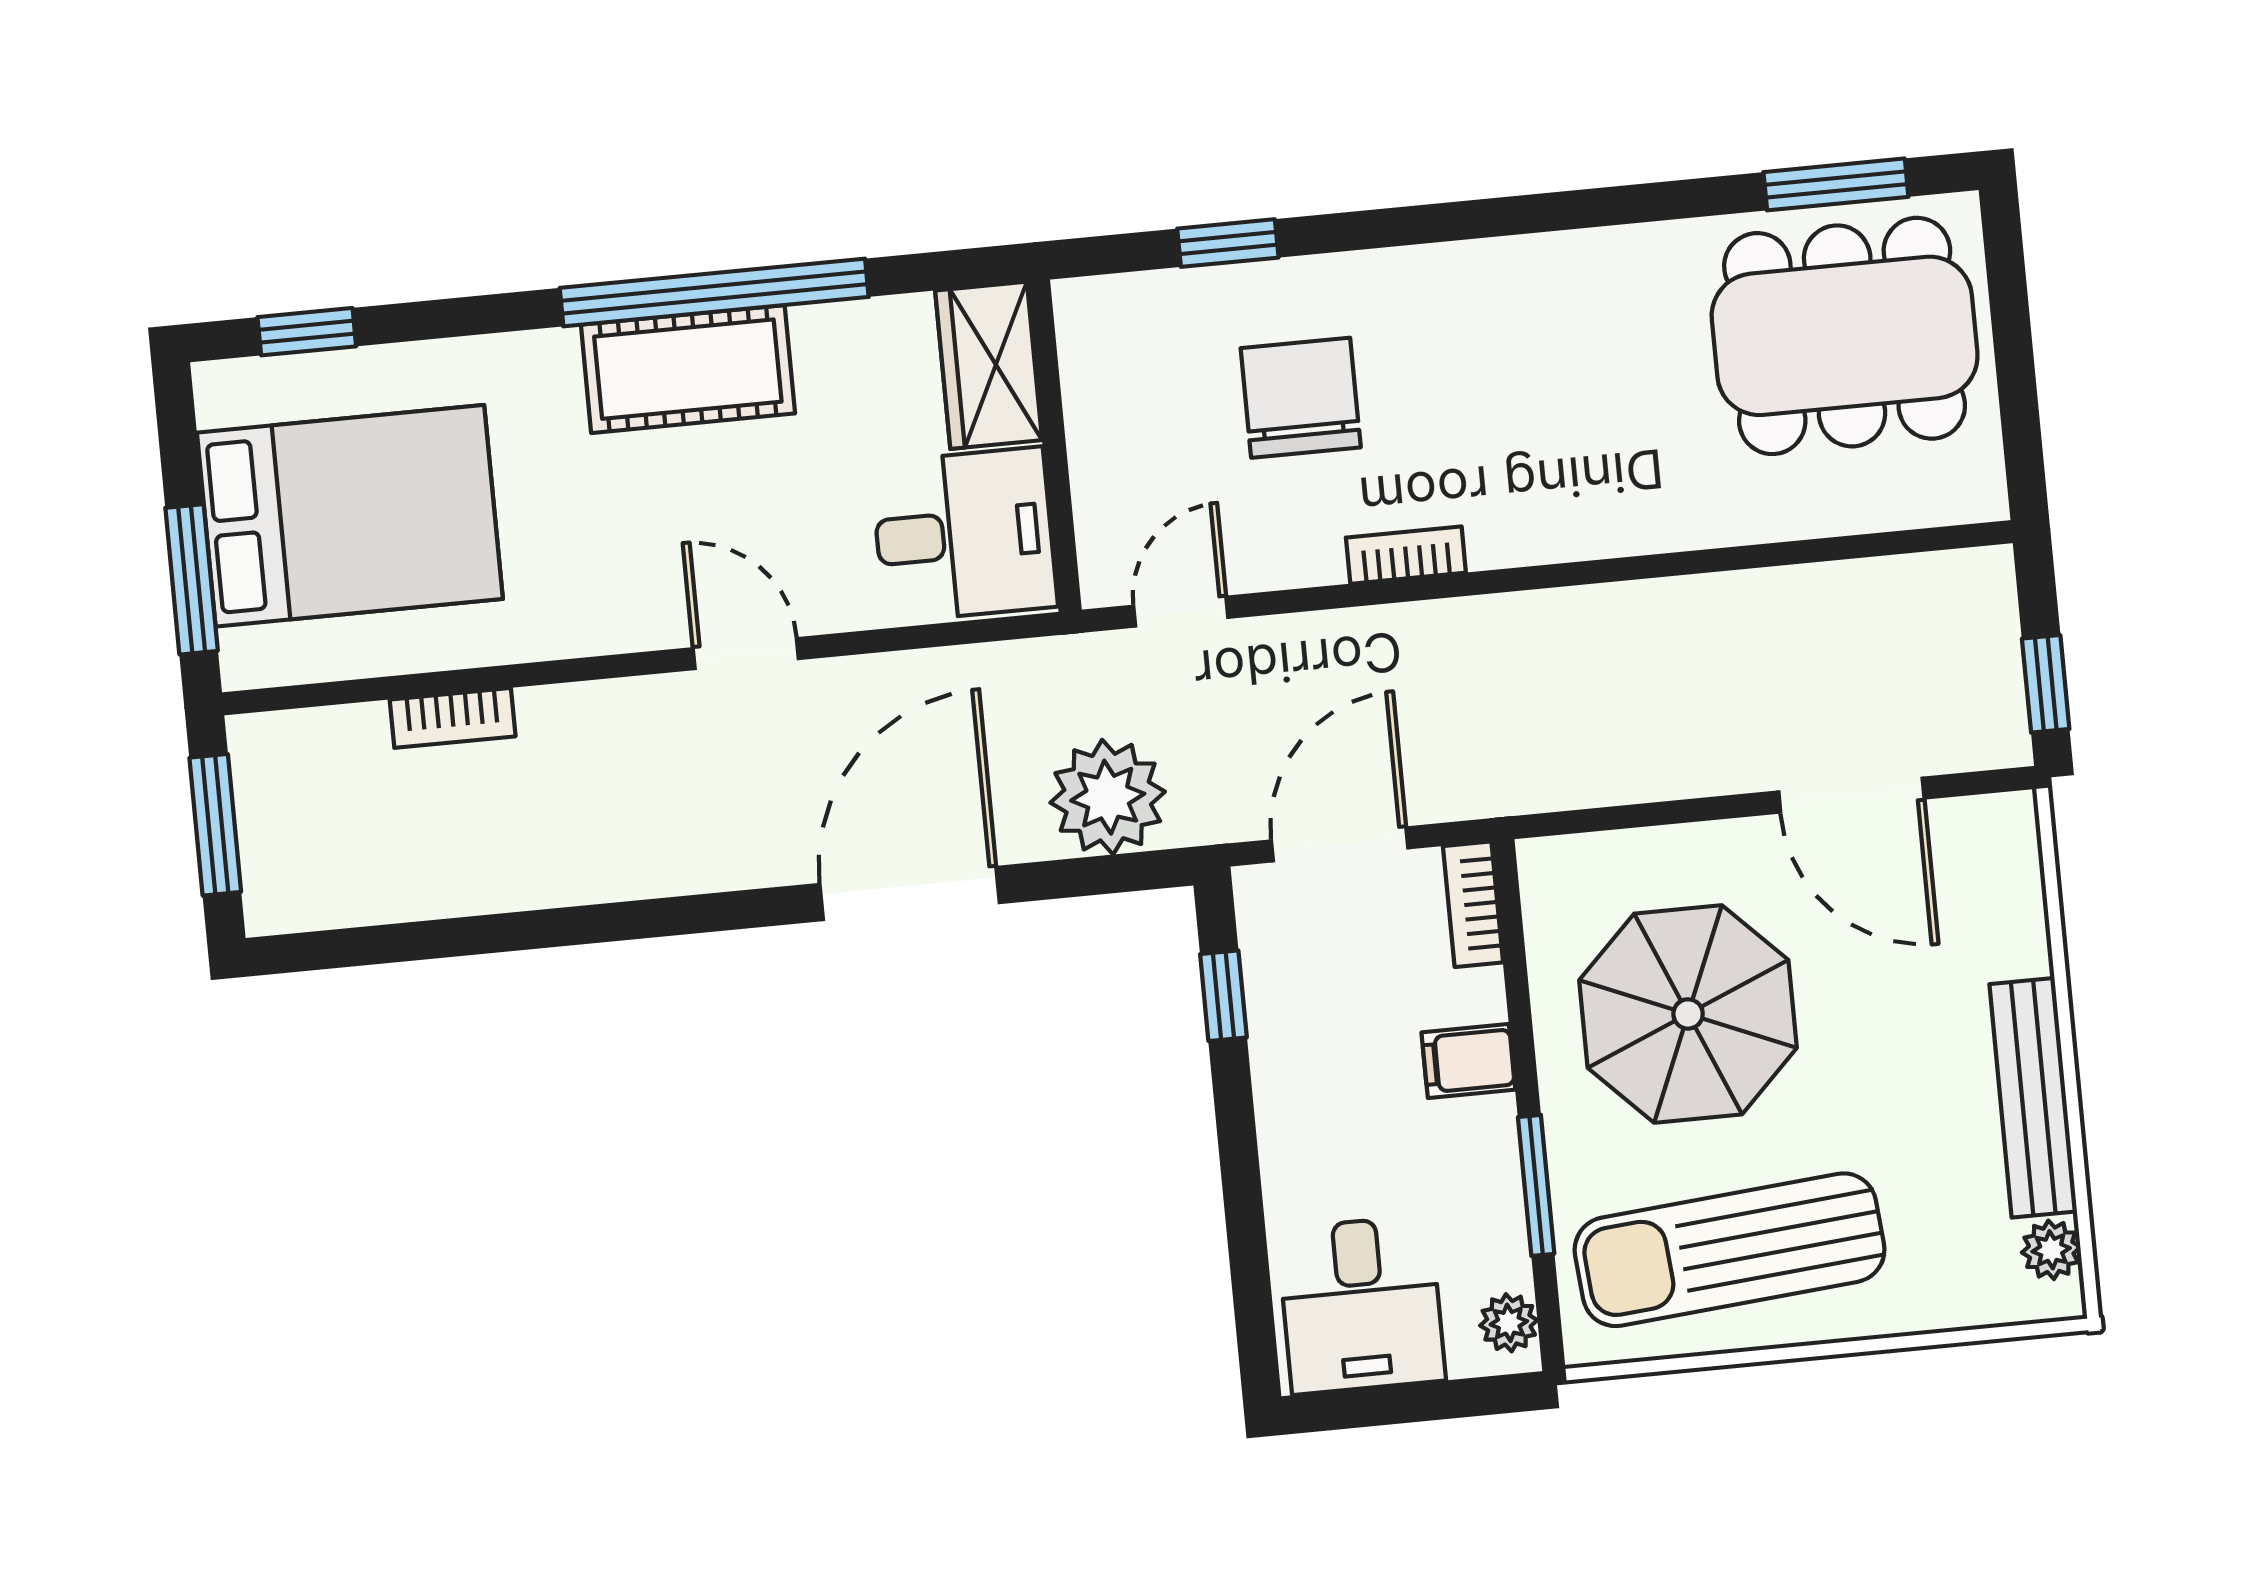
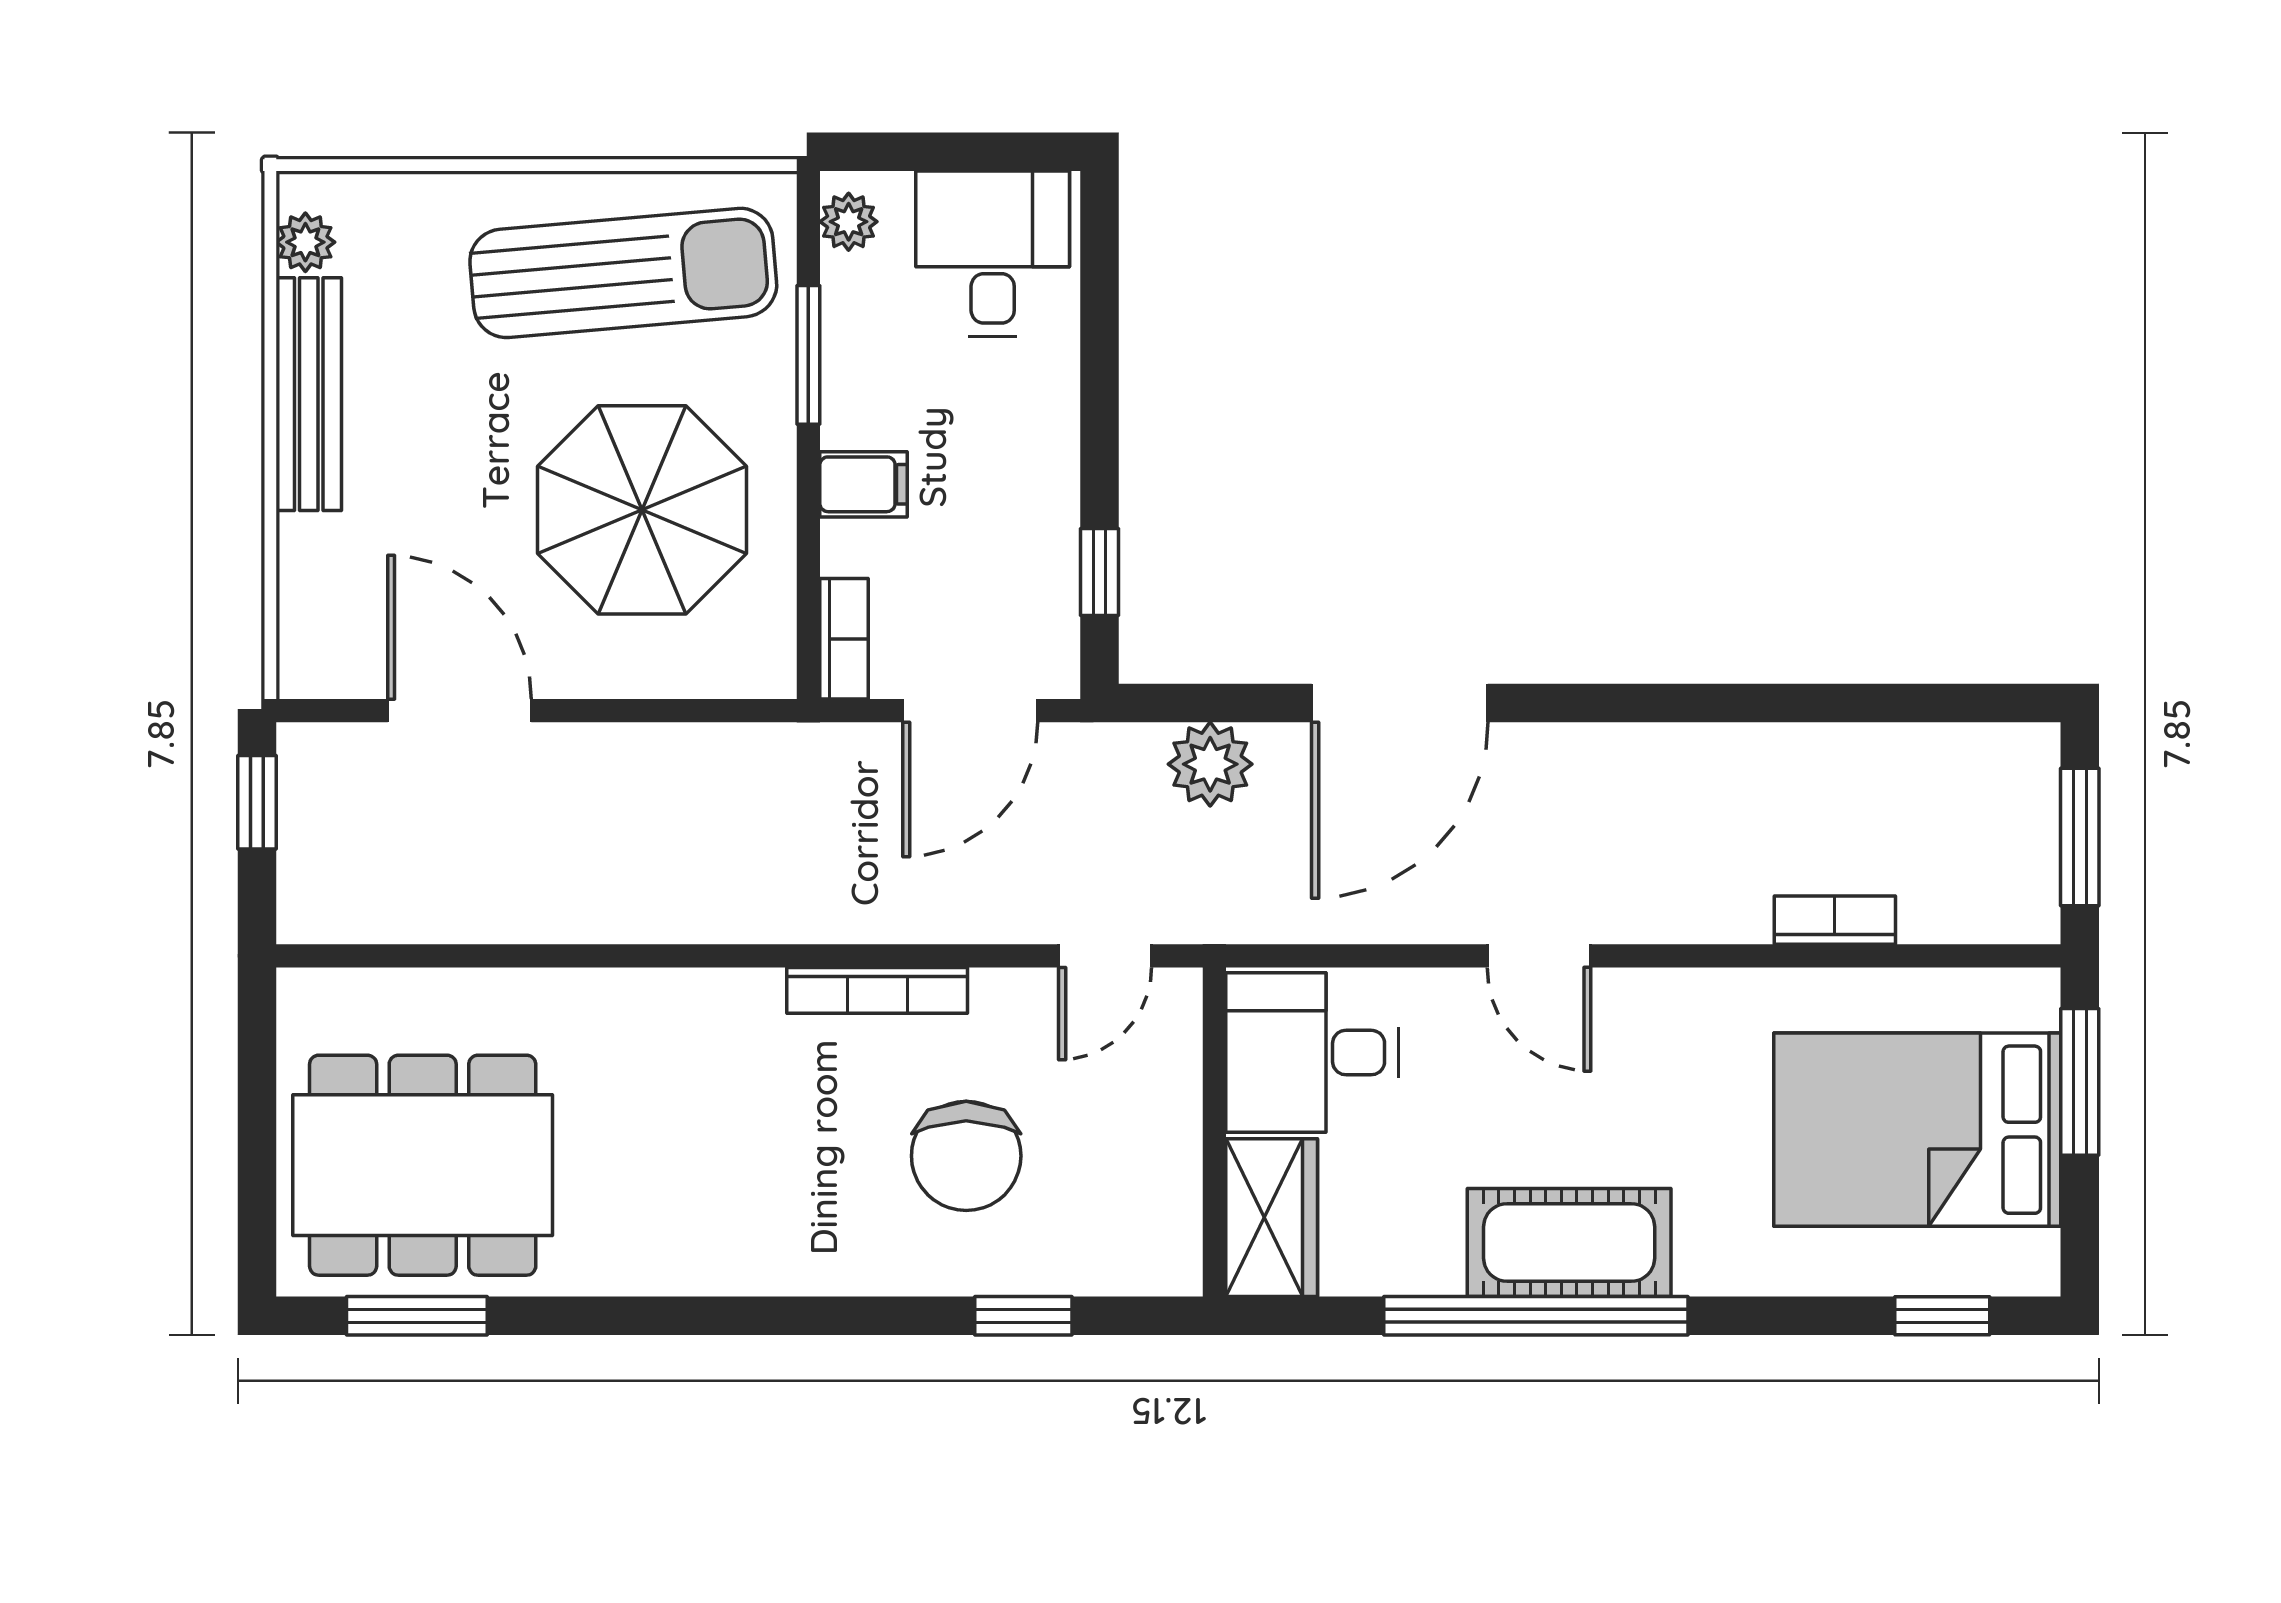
bookcase: (1406, 555) -> (877, 990), width x1.56
plant: (1108, 797) -> (1210, 764), width x0.73, depth x0.73

